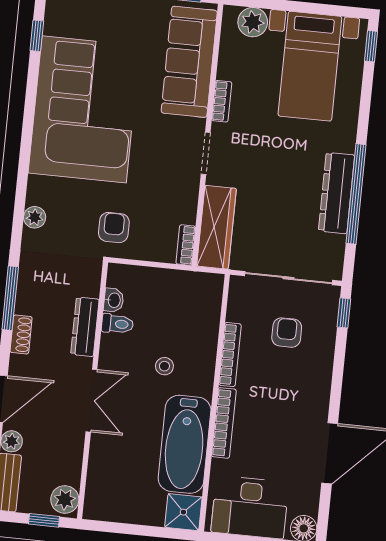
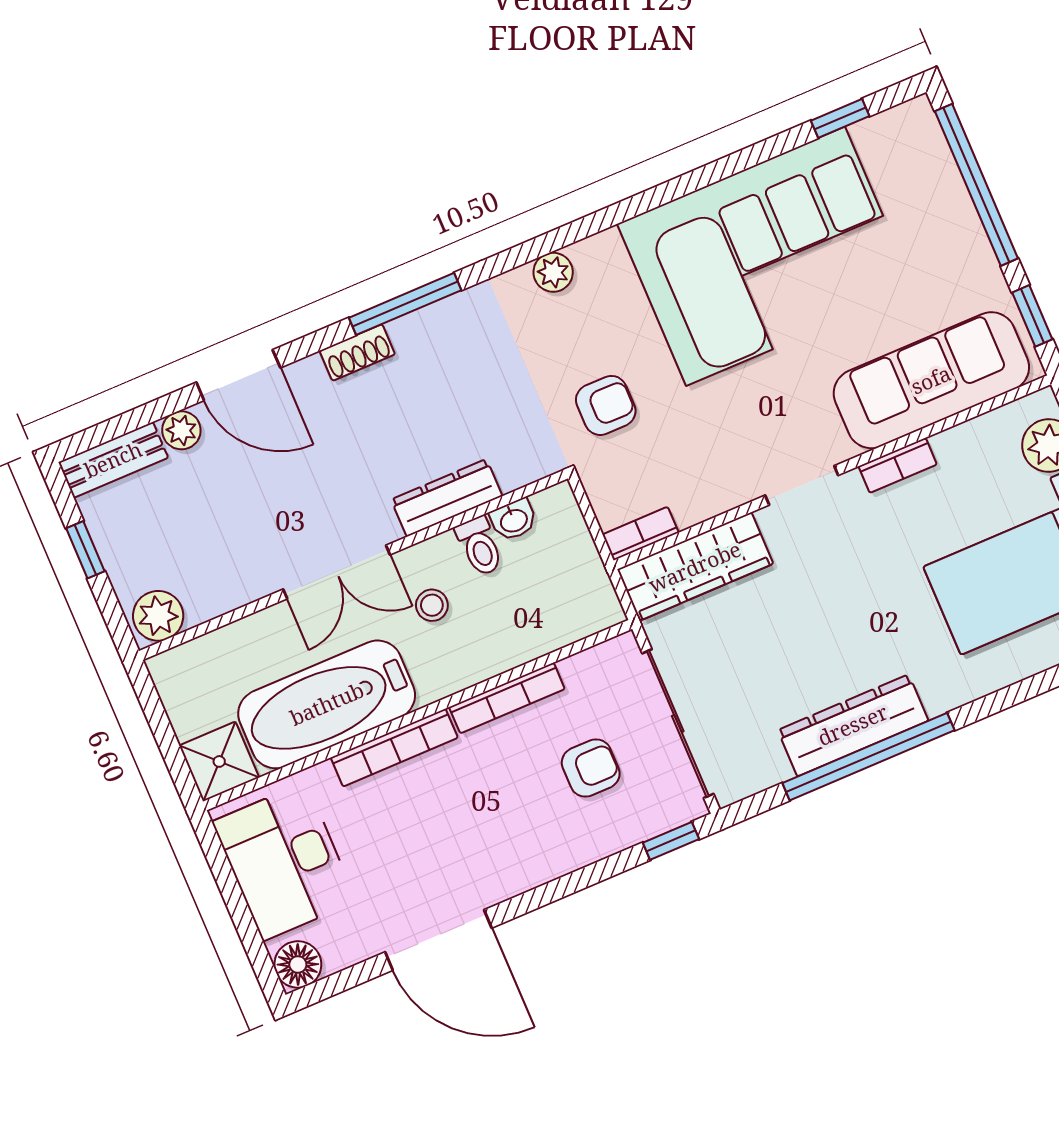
washbasin: (114, 300) -> (514, 520), moved
toilet: (117, 324) -> (480, 546), moved
dresser: (85, 327) -> (447, 498), moved
wall: (92, 390) -> (353, 565), moved
double door: (91, 401) -> (337, 572), moved
plant: (65, 499) -> (158, 616), moved

